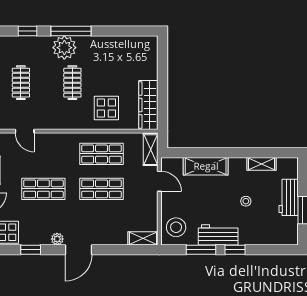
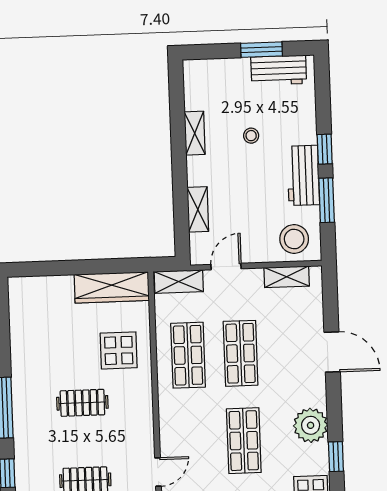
plant: (64, 48) -> (30, 417), removed
shelving: (261, 164) -> (195, 133), moved
shelving: (206, 166) -> (198, 209), width x0.67, depth x0.75
workbench: (289, 197) -> (279, 70), moved
shelving: (143, 238) -> (287, 277), moved, turned 90
plant: (57, 239) -> (311, 425), width x1.88, depth x1.88
door: (79, 250) -> (332, 352), moved

